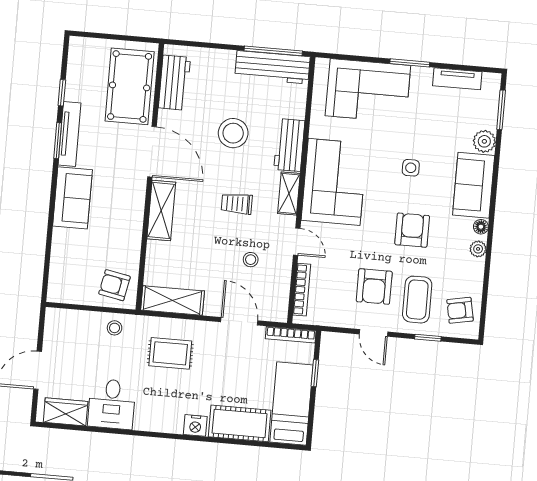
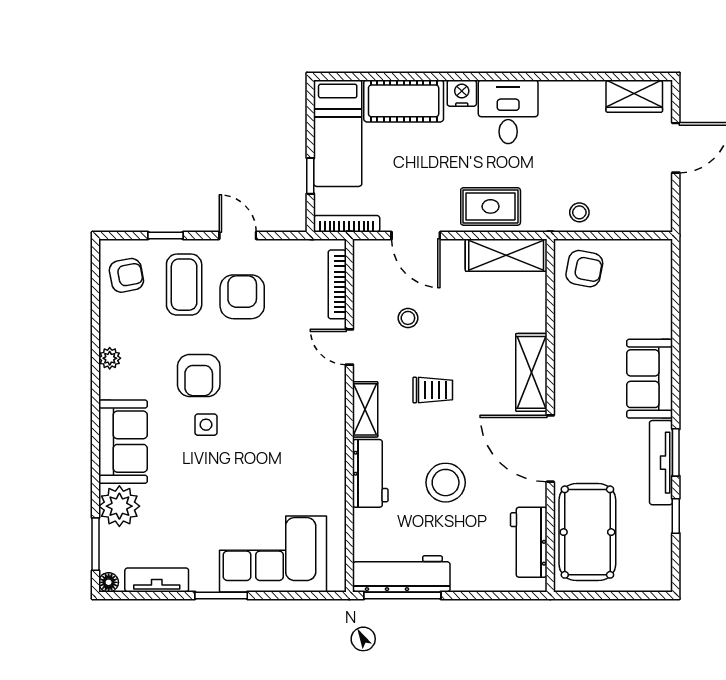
plant: (484, 141) -> (119, 506), width x1.36, depth x1.36
side table: (411, 168) -> (206, 425), moved
corner sofa: (334, 182) -> (307, 430), removed
floor lamp: (481, 227) -> (109, 582), moved
rug: (170, 353) -> (491, 206), moved
desk: (112, 404) -> (508, 112), moved

